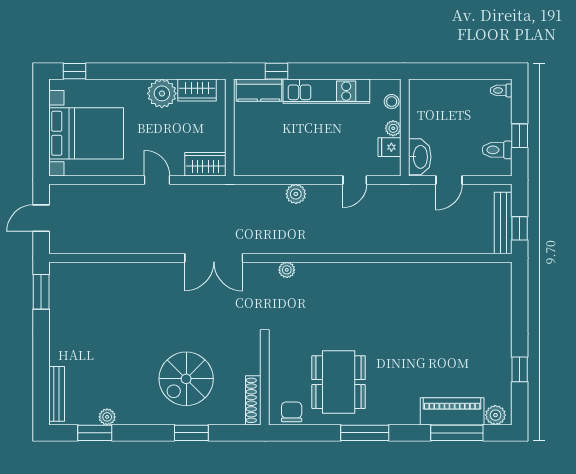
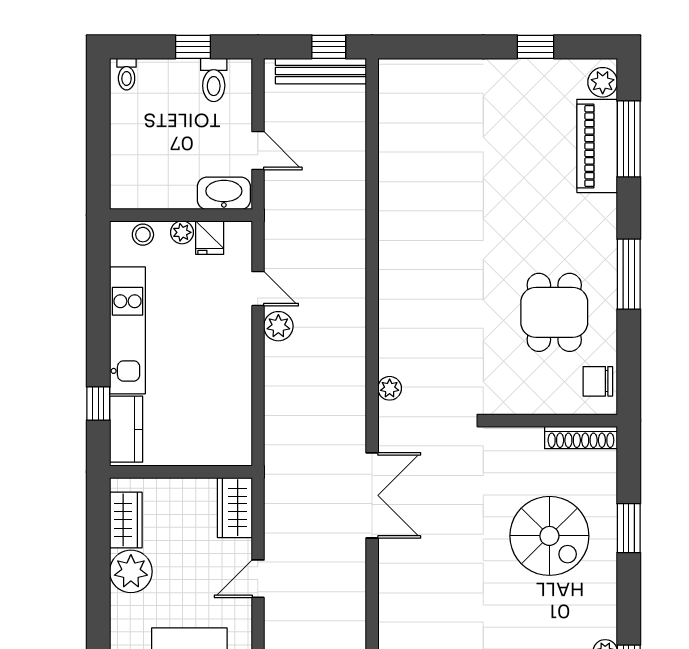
plant: (296, 194) -> (278, 326), moved
dining table: (339, 382) -> (554, 312), width x0.73

